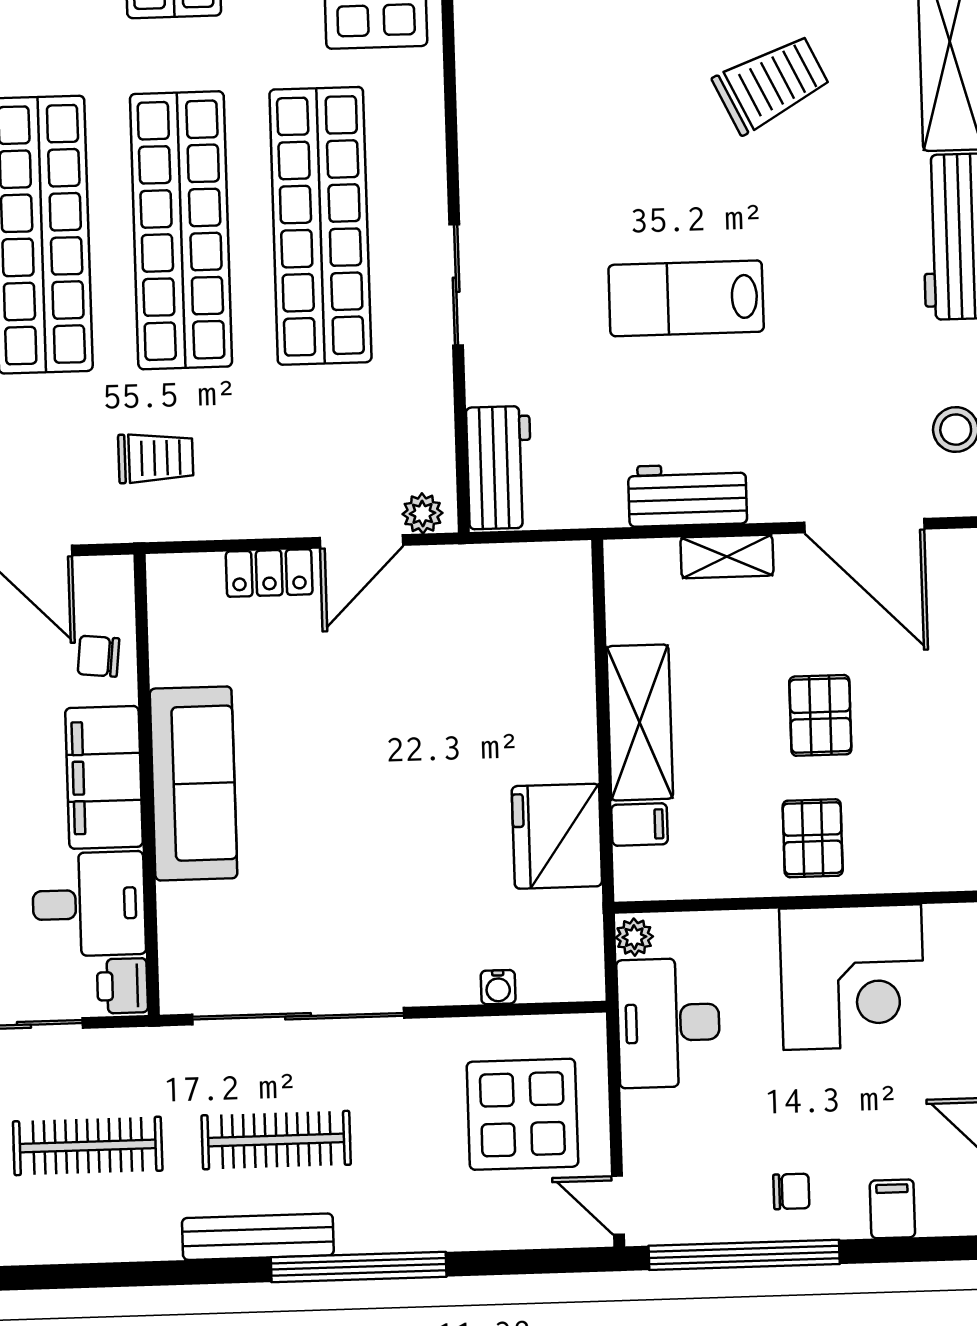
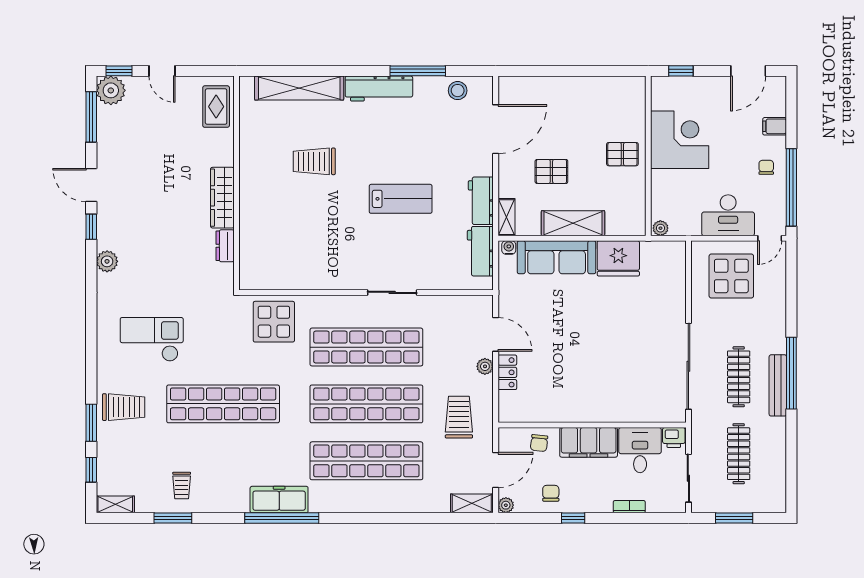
trolley: (771, 84) -> (314, 161), turned -64
lab bench: (686, 298) -> (401, 199), turned -90
trolley: (156, 458) -> (459, 417), width x1.36, depth x1.39
workbench: (499, 468) -> (480, 251), moved, turned -90
plant: (422, 513) -> (485, 366), moved
shelving: (727, 556) -> (506, 217), moved
pallet: (820, 715) -> (551, 171), moved
sofa: (193, 783) -> (557, 257), moved, turned 180
filing cabinet: (640, 824) -> (615, 225), removed
water cooler: (498, 987) -> (509, 248), moved, turned -90
desk: (669, 1023) -> (728, 215), moved
window: (359, 1267) -> (791, 373), moved

